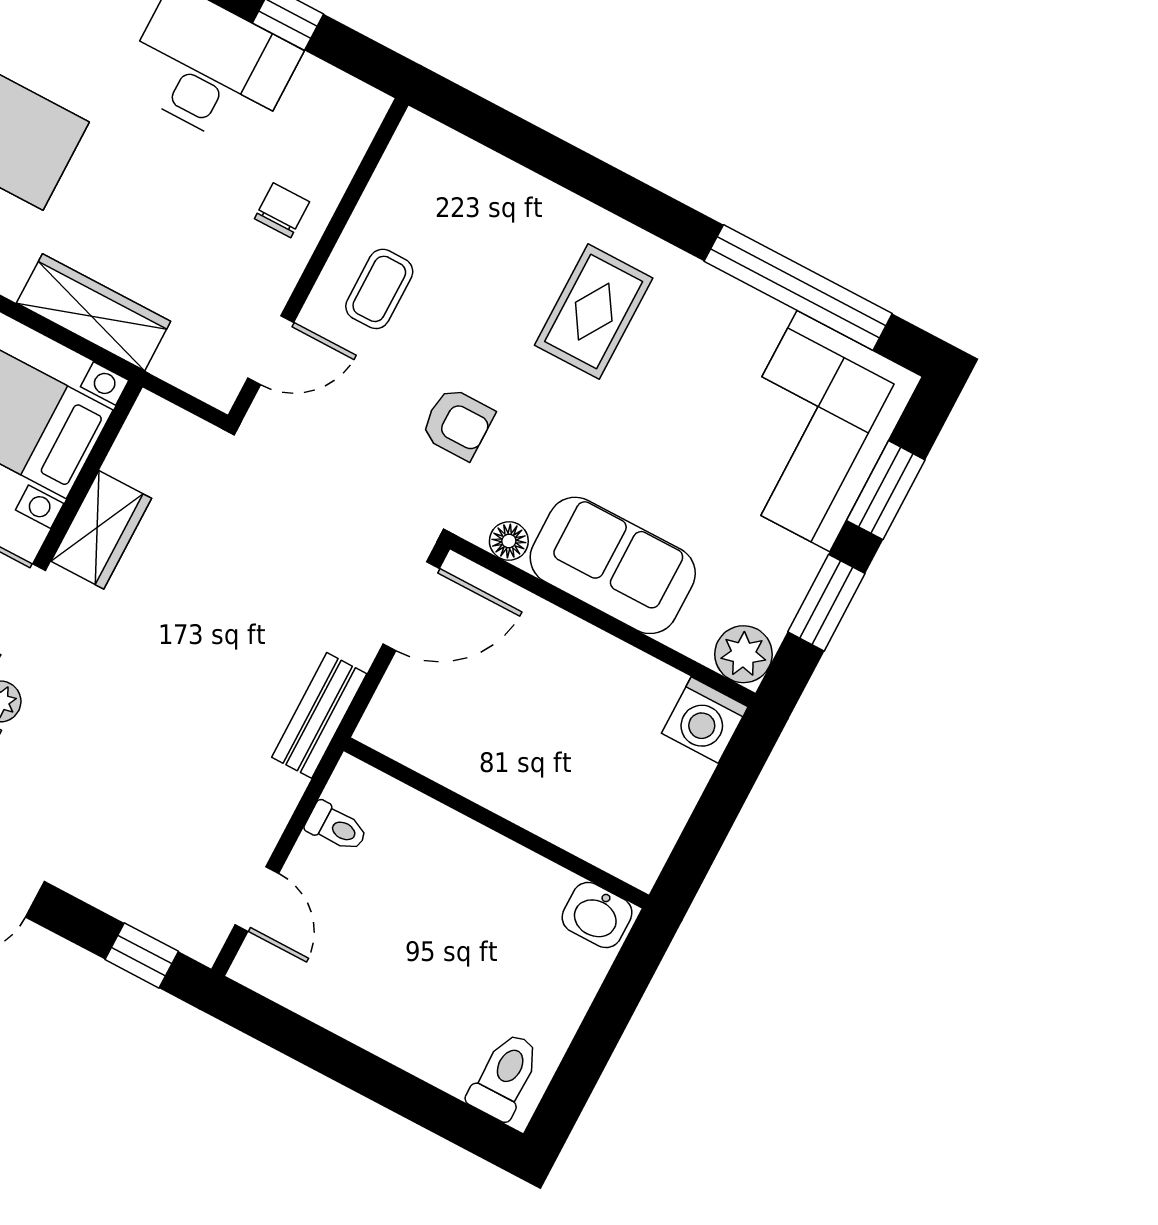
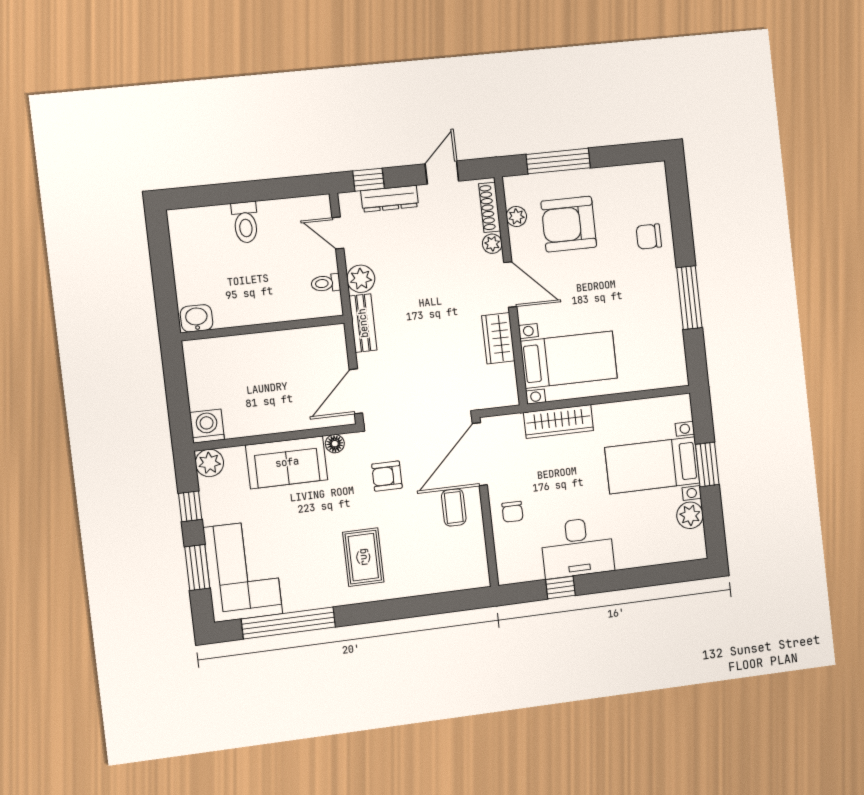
door: (271, 350) -> (480, 454), width x1.88
window: (826, 603) -> (190, 506), width x0.67
plant: (271, 794) -> (361, 279), added
dresser: (127, 899) -> (390, 199), added
toilet: (505, 1076) -> (245, 222), moved

